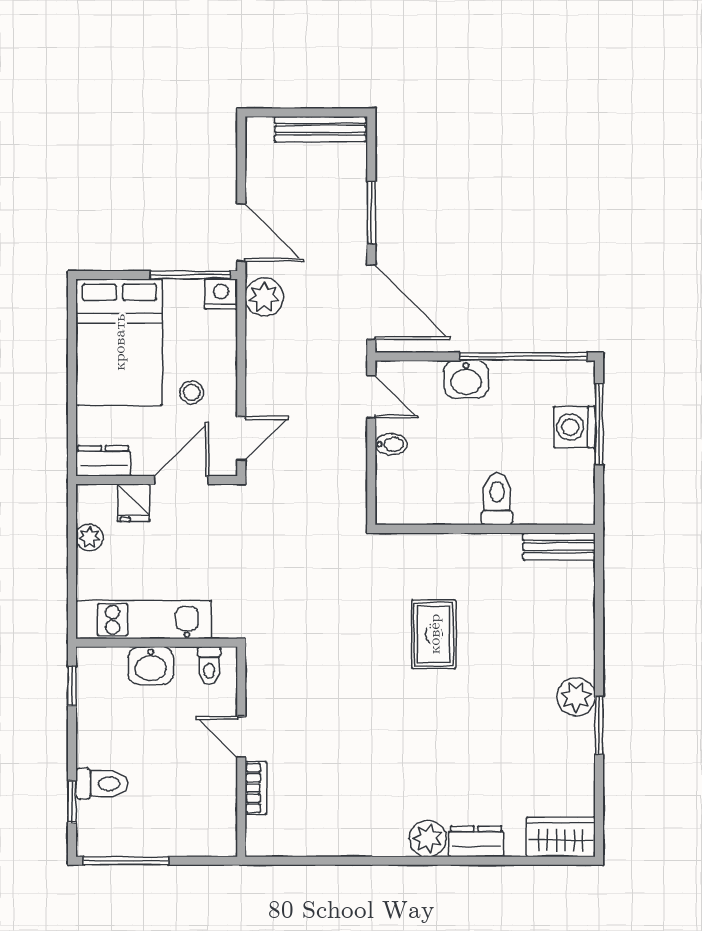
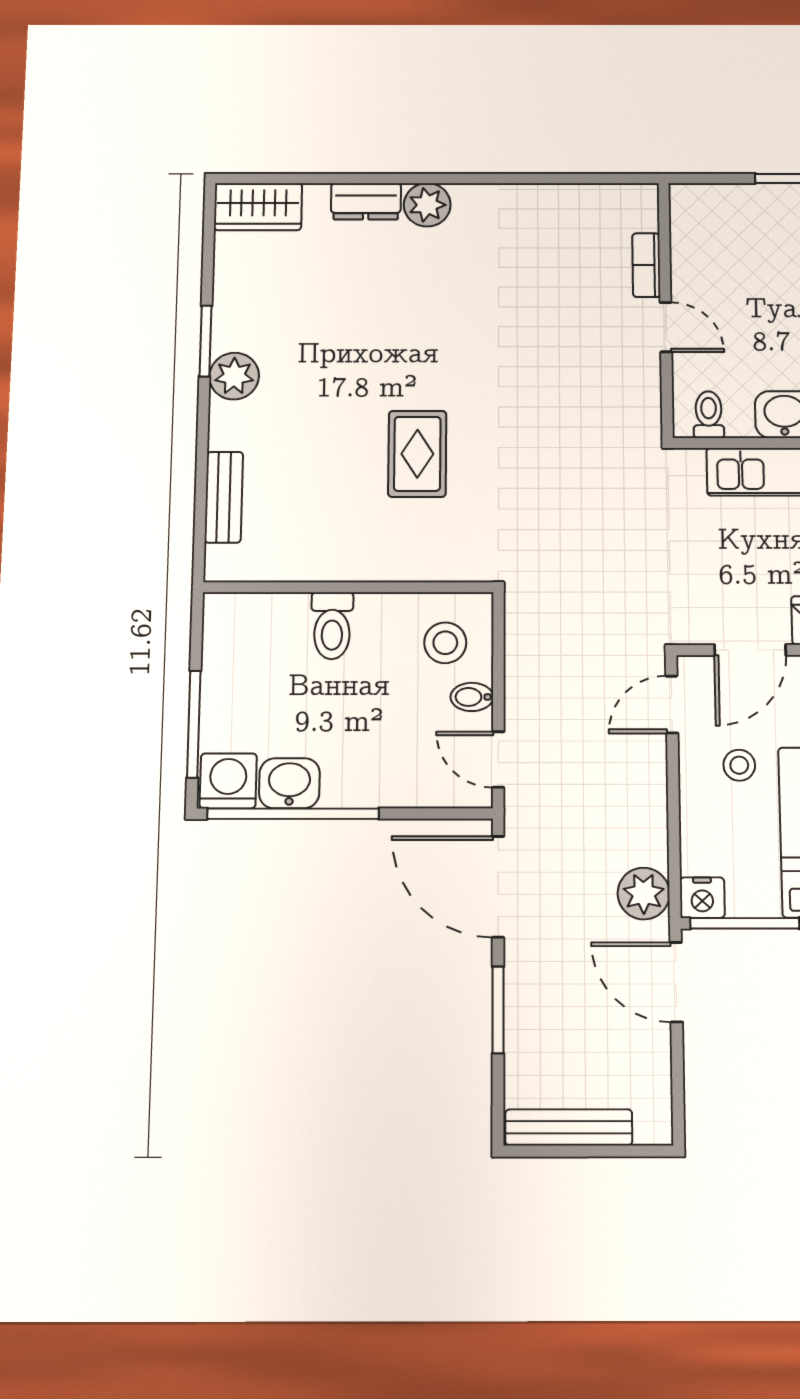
washbasin: (466, 379) -> (289, 783), moved
washing machine: (574, 427) -> (228, 781), moved, turned -90
stool: (411, 486) -> (445, 643), added
bench: (559, 547) -> (224, 497), moved, turned 90

